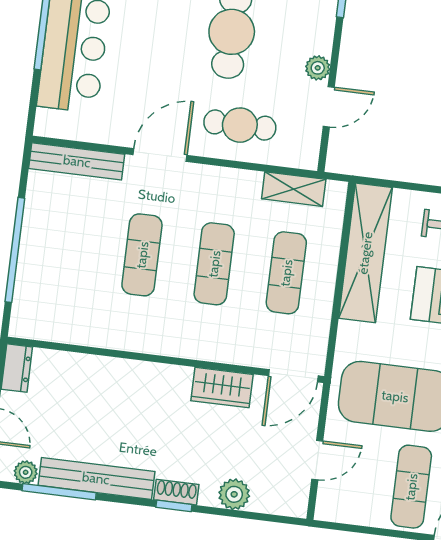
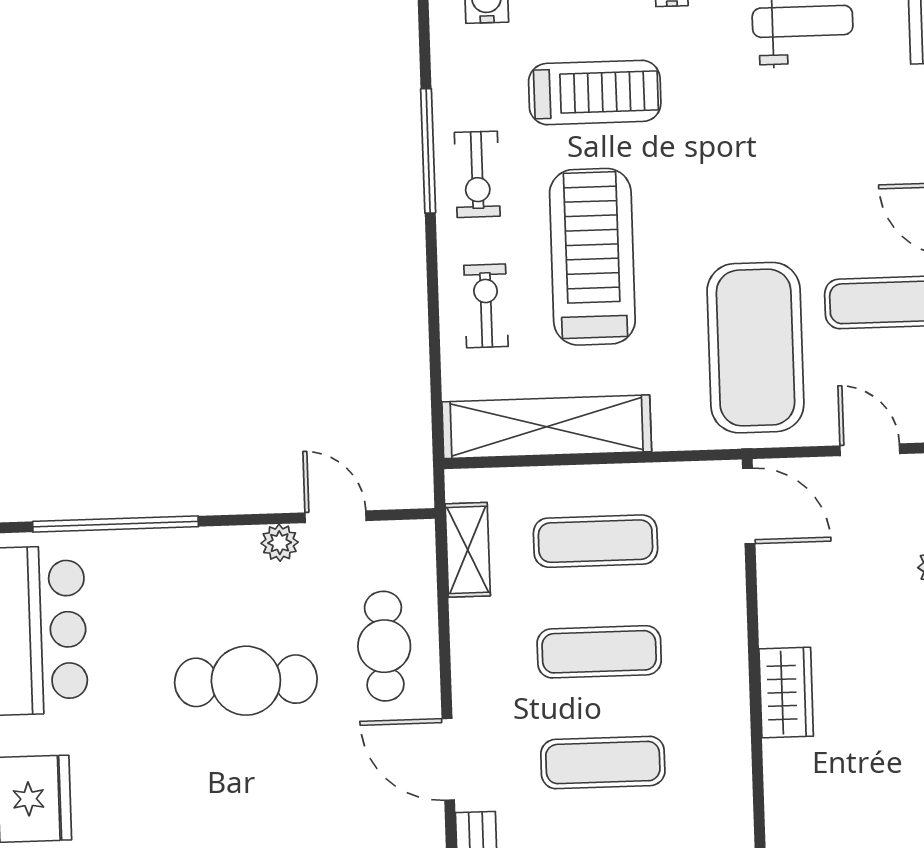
wardrobe: (222, 388) -> (786, 692), moved

